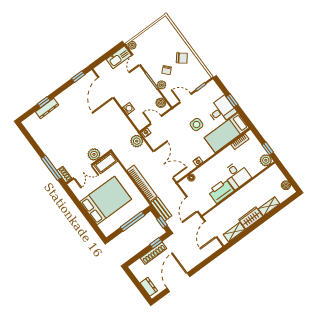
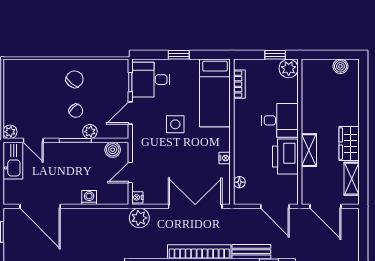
desk: (221, 110) -> (151, 80), moved, turned -90
shelving: (269, 206) -> (309, 150), moved

